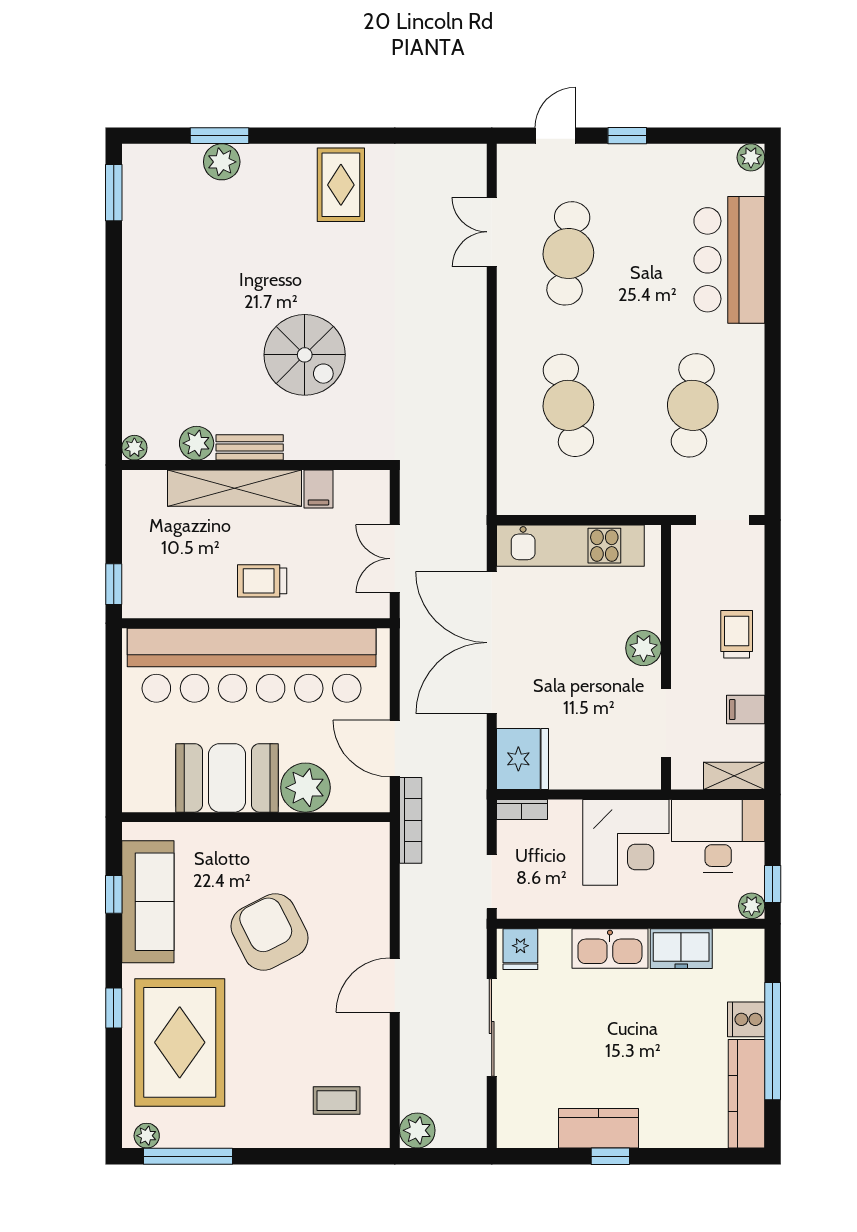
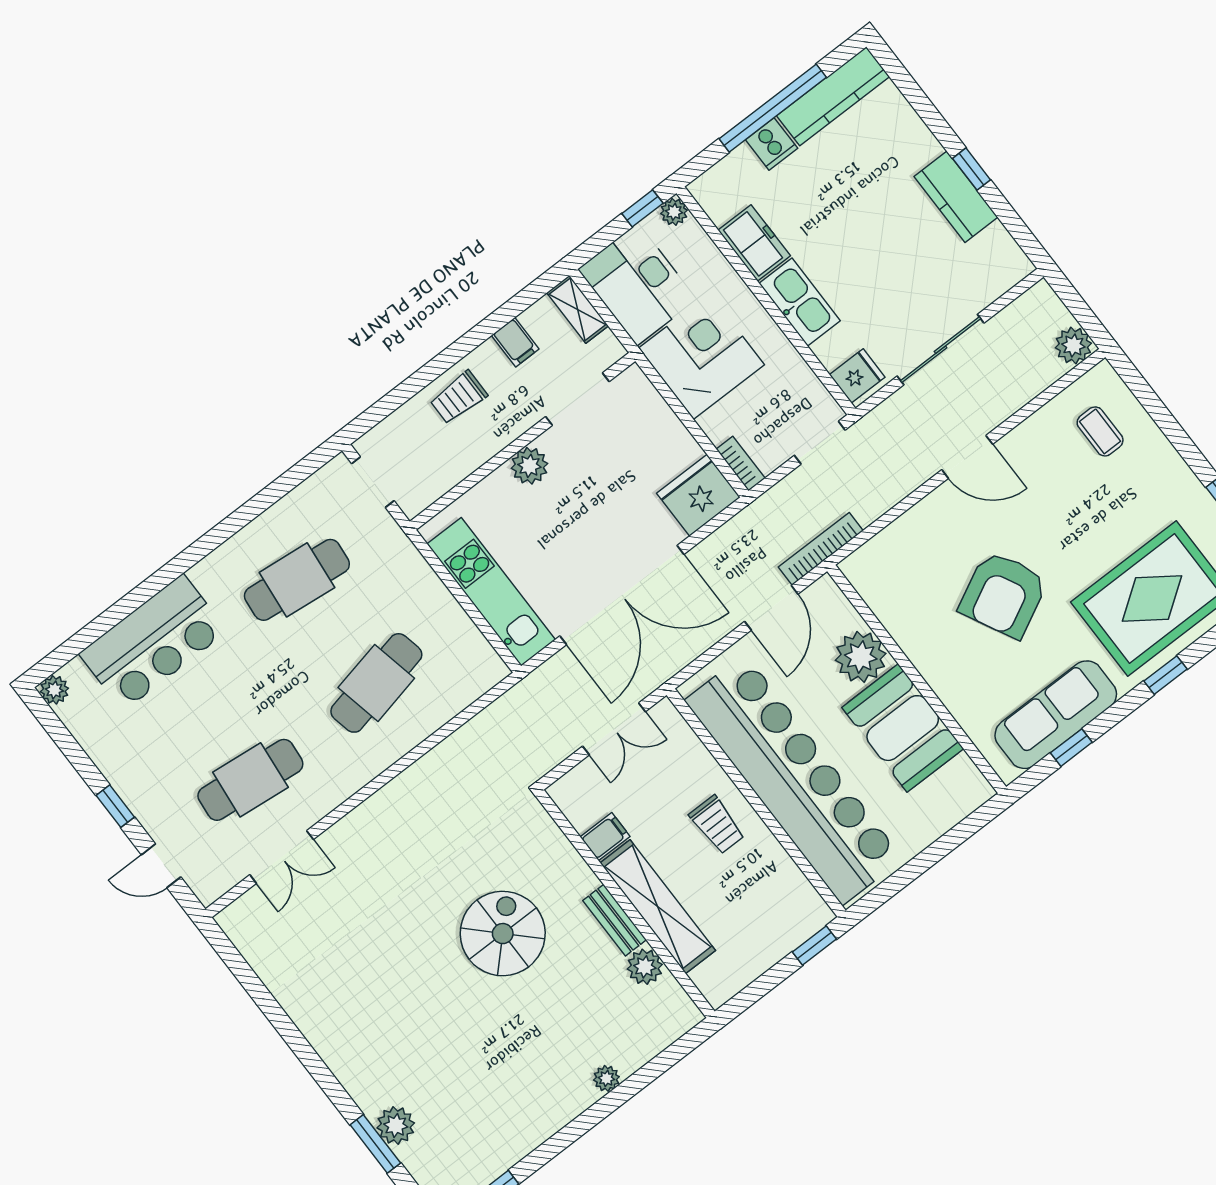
rug: (341, 185) -> (339, 1012), removed
plant: (134, 448) -> (606, 1078), moved

